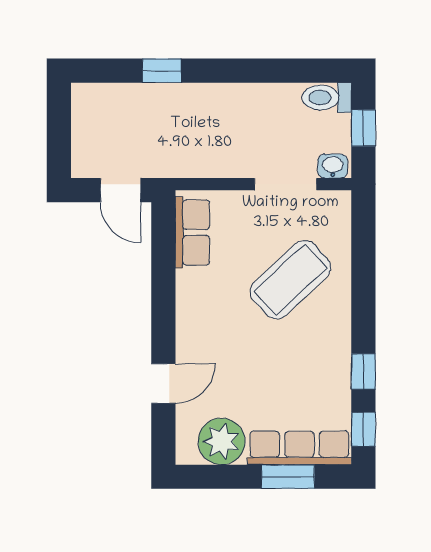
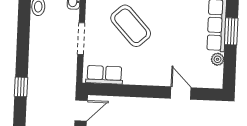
doorway: (286, 184) -> (81, 38), moved
plant: (222, 441) -> (218, 59), width x0.53, depth x0.53

